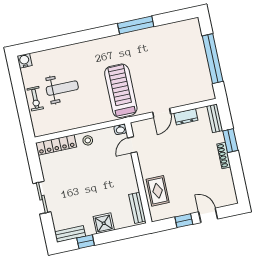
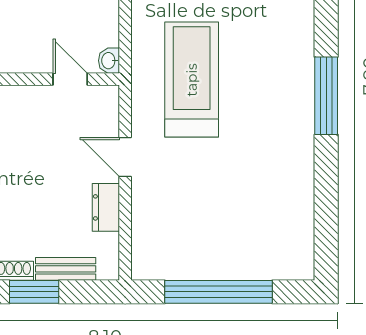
window: (136, 25) -> (326, 96), moved
treadmill: (121, 91) -> (192, 80), turned -90
bench: (215, 118) -> (66, 269), moved

